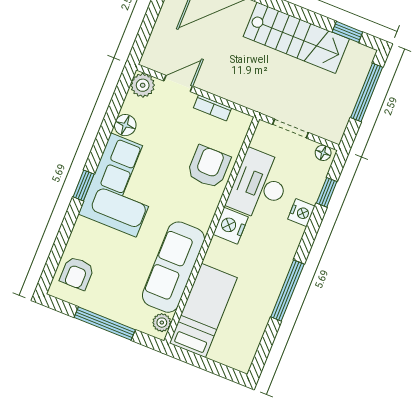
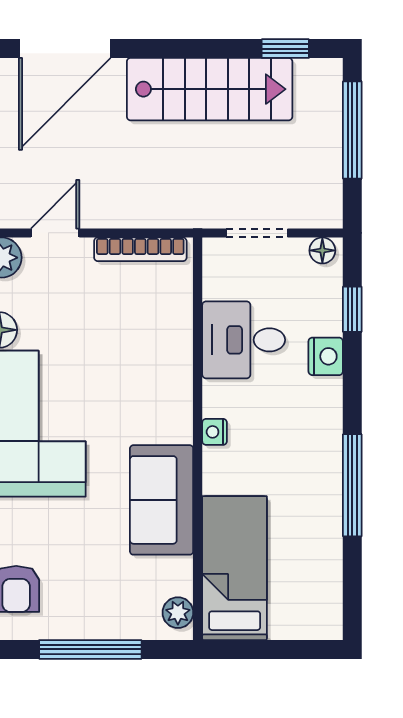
bookcase: (213, 108) -> (140, 249), width x1.56
armchair: (209, 167) -> (154, 343), removed
desk: (259, 185) -> (244, 340), width x0.73
nightstand: (231, 226) -> (215, 432), width x0.53, depth x0.56
sofa: (173, 267) -> (162, 500), width x0.73

